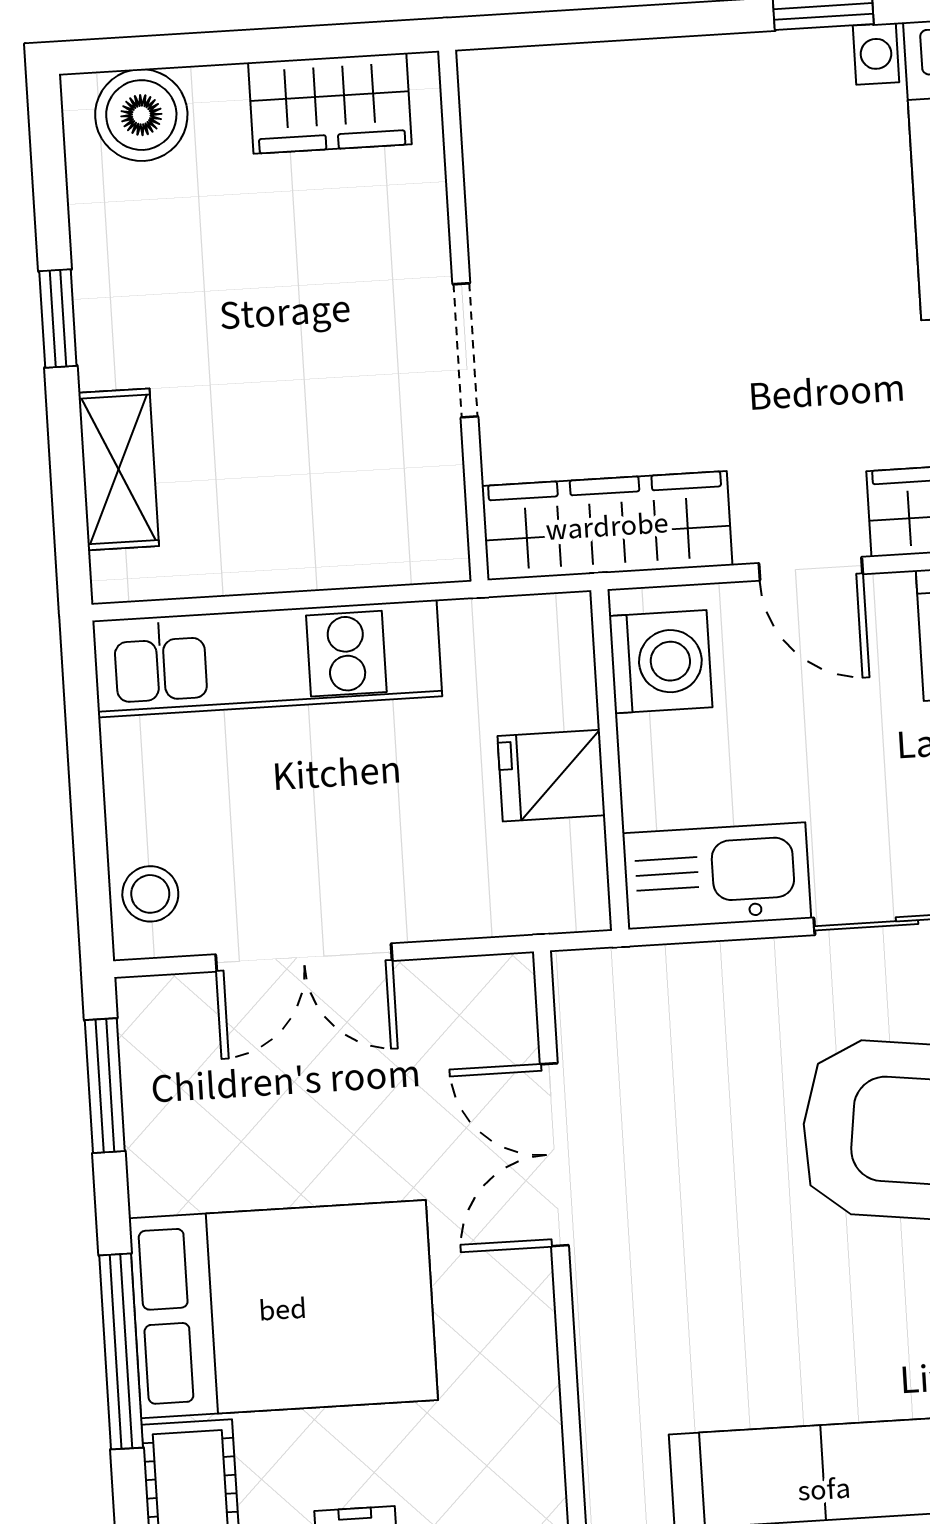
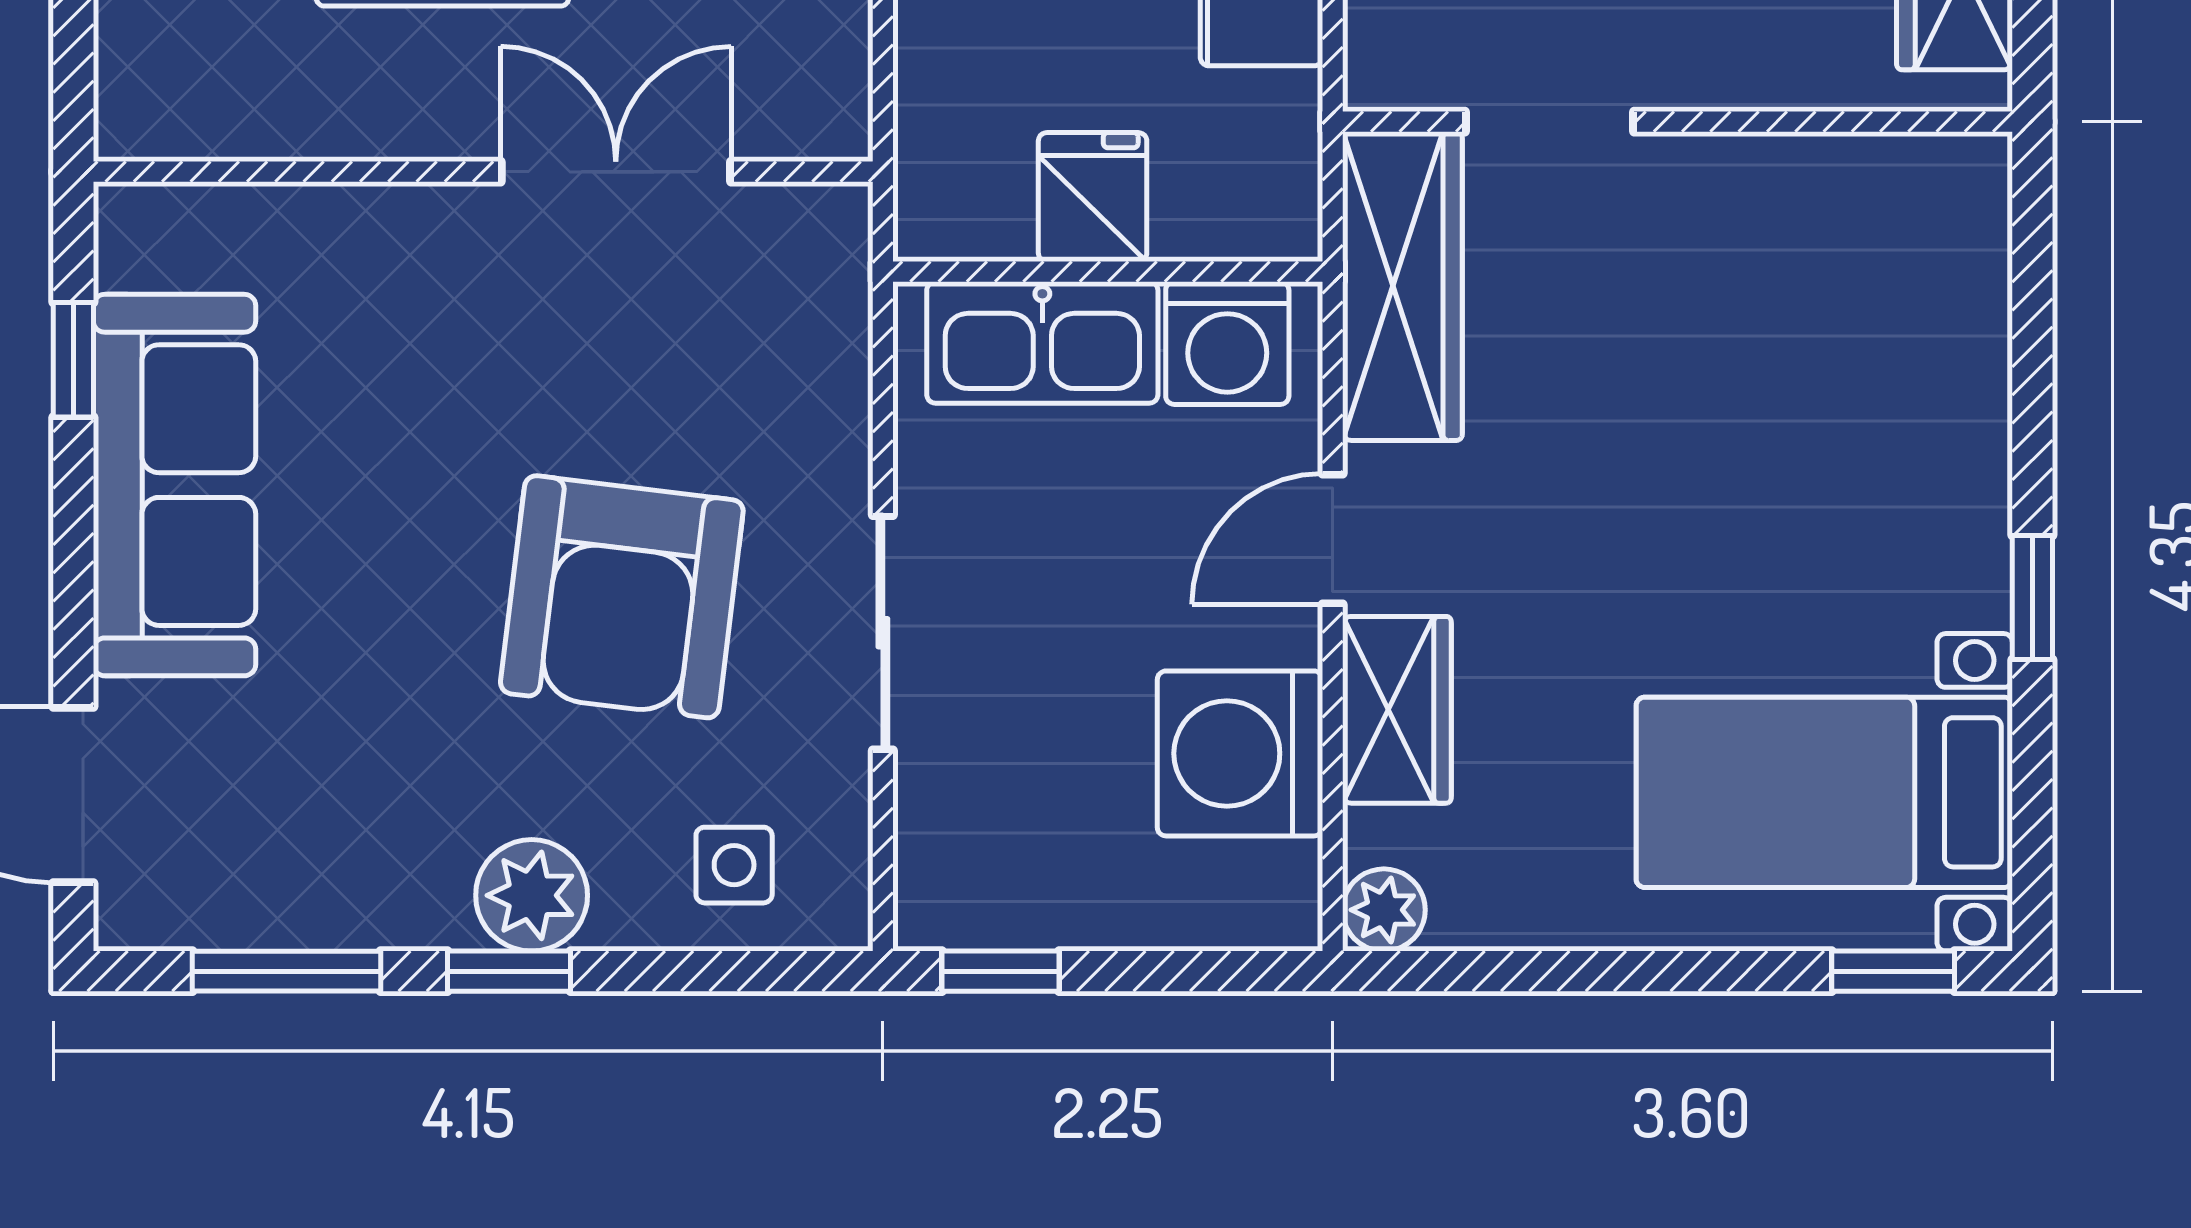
doorway: (465, 350) -> (1550, 122), moved
kitchen sink: (717, 876) -> (1042, 342), moved, turned 90

